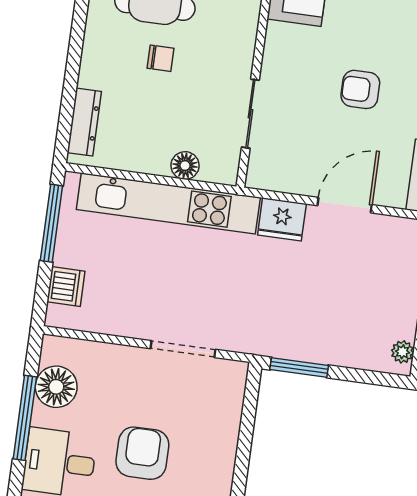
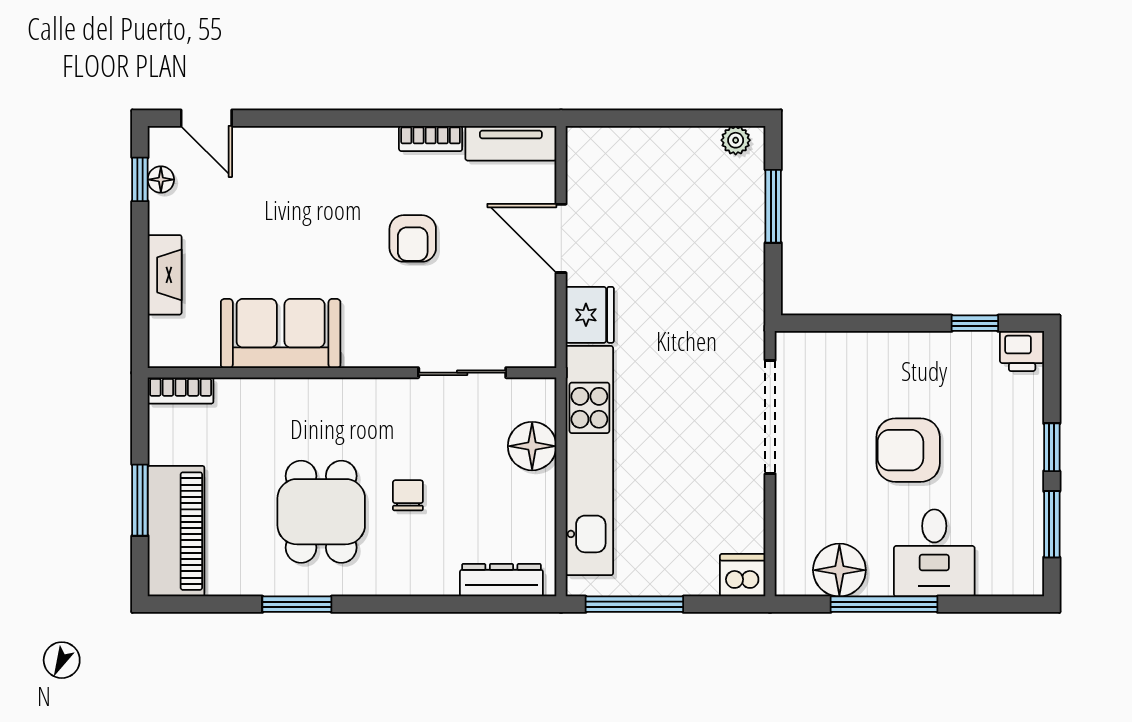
floor lamp: (185, 166) -> (532, 446), width x1.38, depth x1.38
dishwasher: (66, 287) -> (743, 575), moved
doorway: (183, 349) -> (770, 417), width x1.36
window: (299, 367) -> (773, 206), moved

